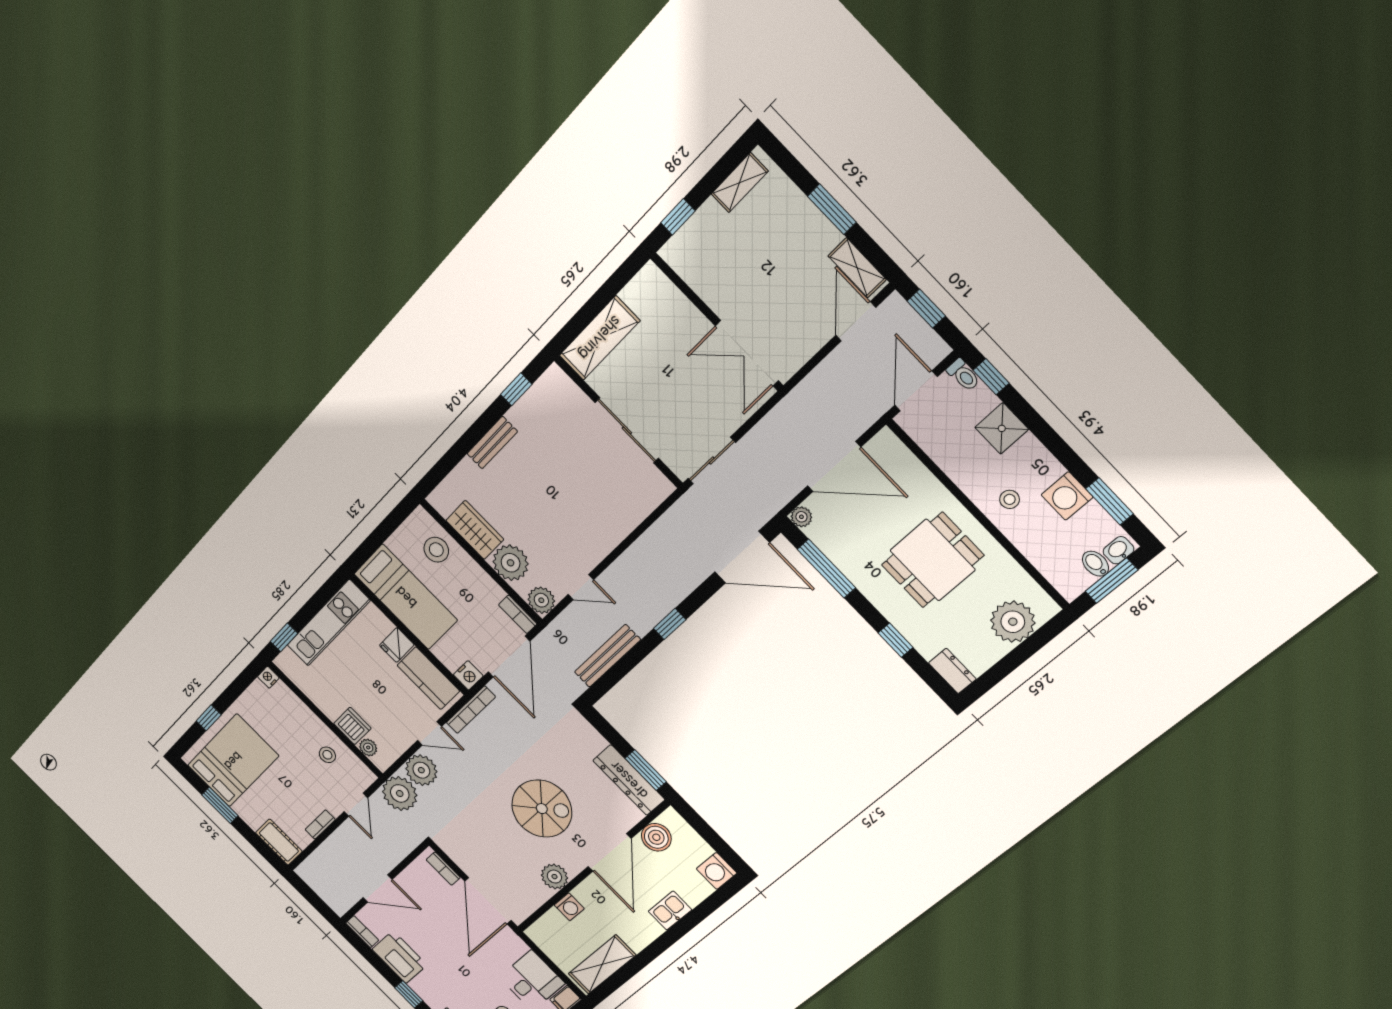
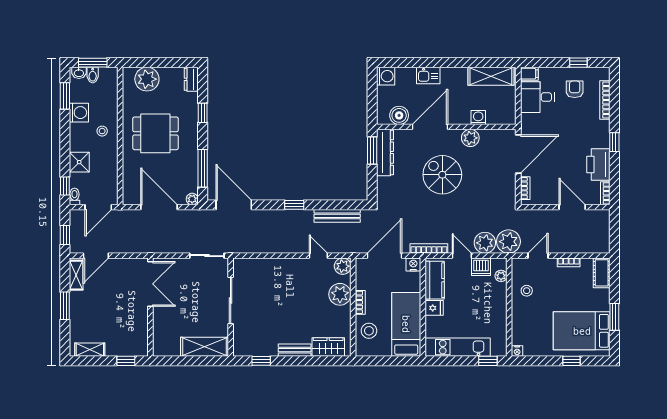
wardrobe: (475, 530) -> (328, 347), moved, turned 90
bookcase: (518, 614) -> (360, 302), moved
dishwasher: (352, 726) -> (481, 267), moved, turned -90

